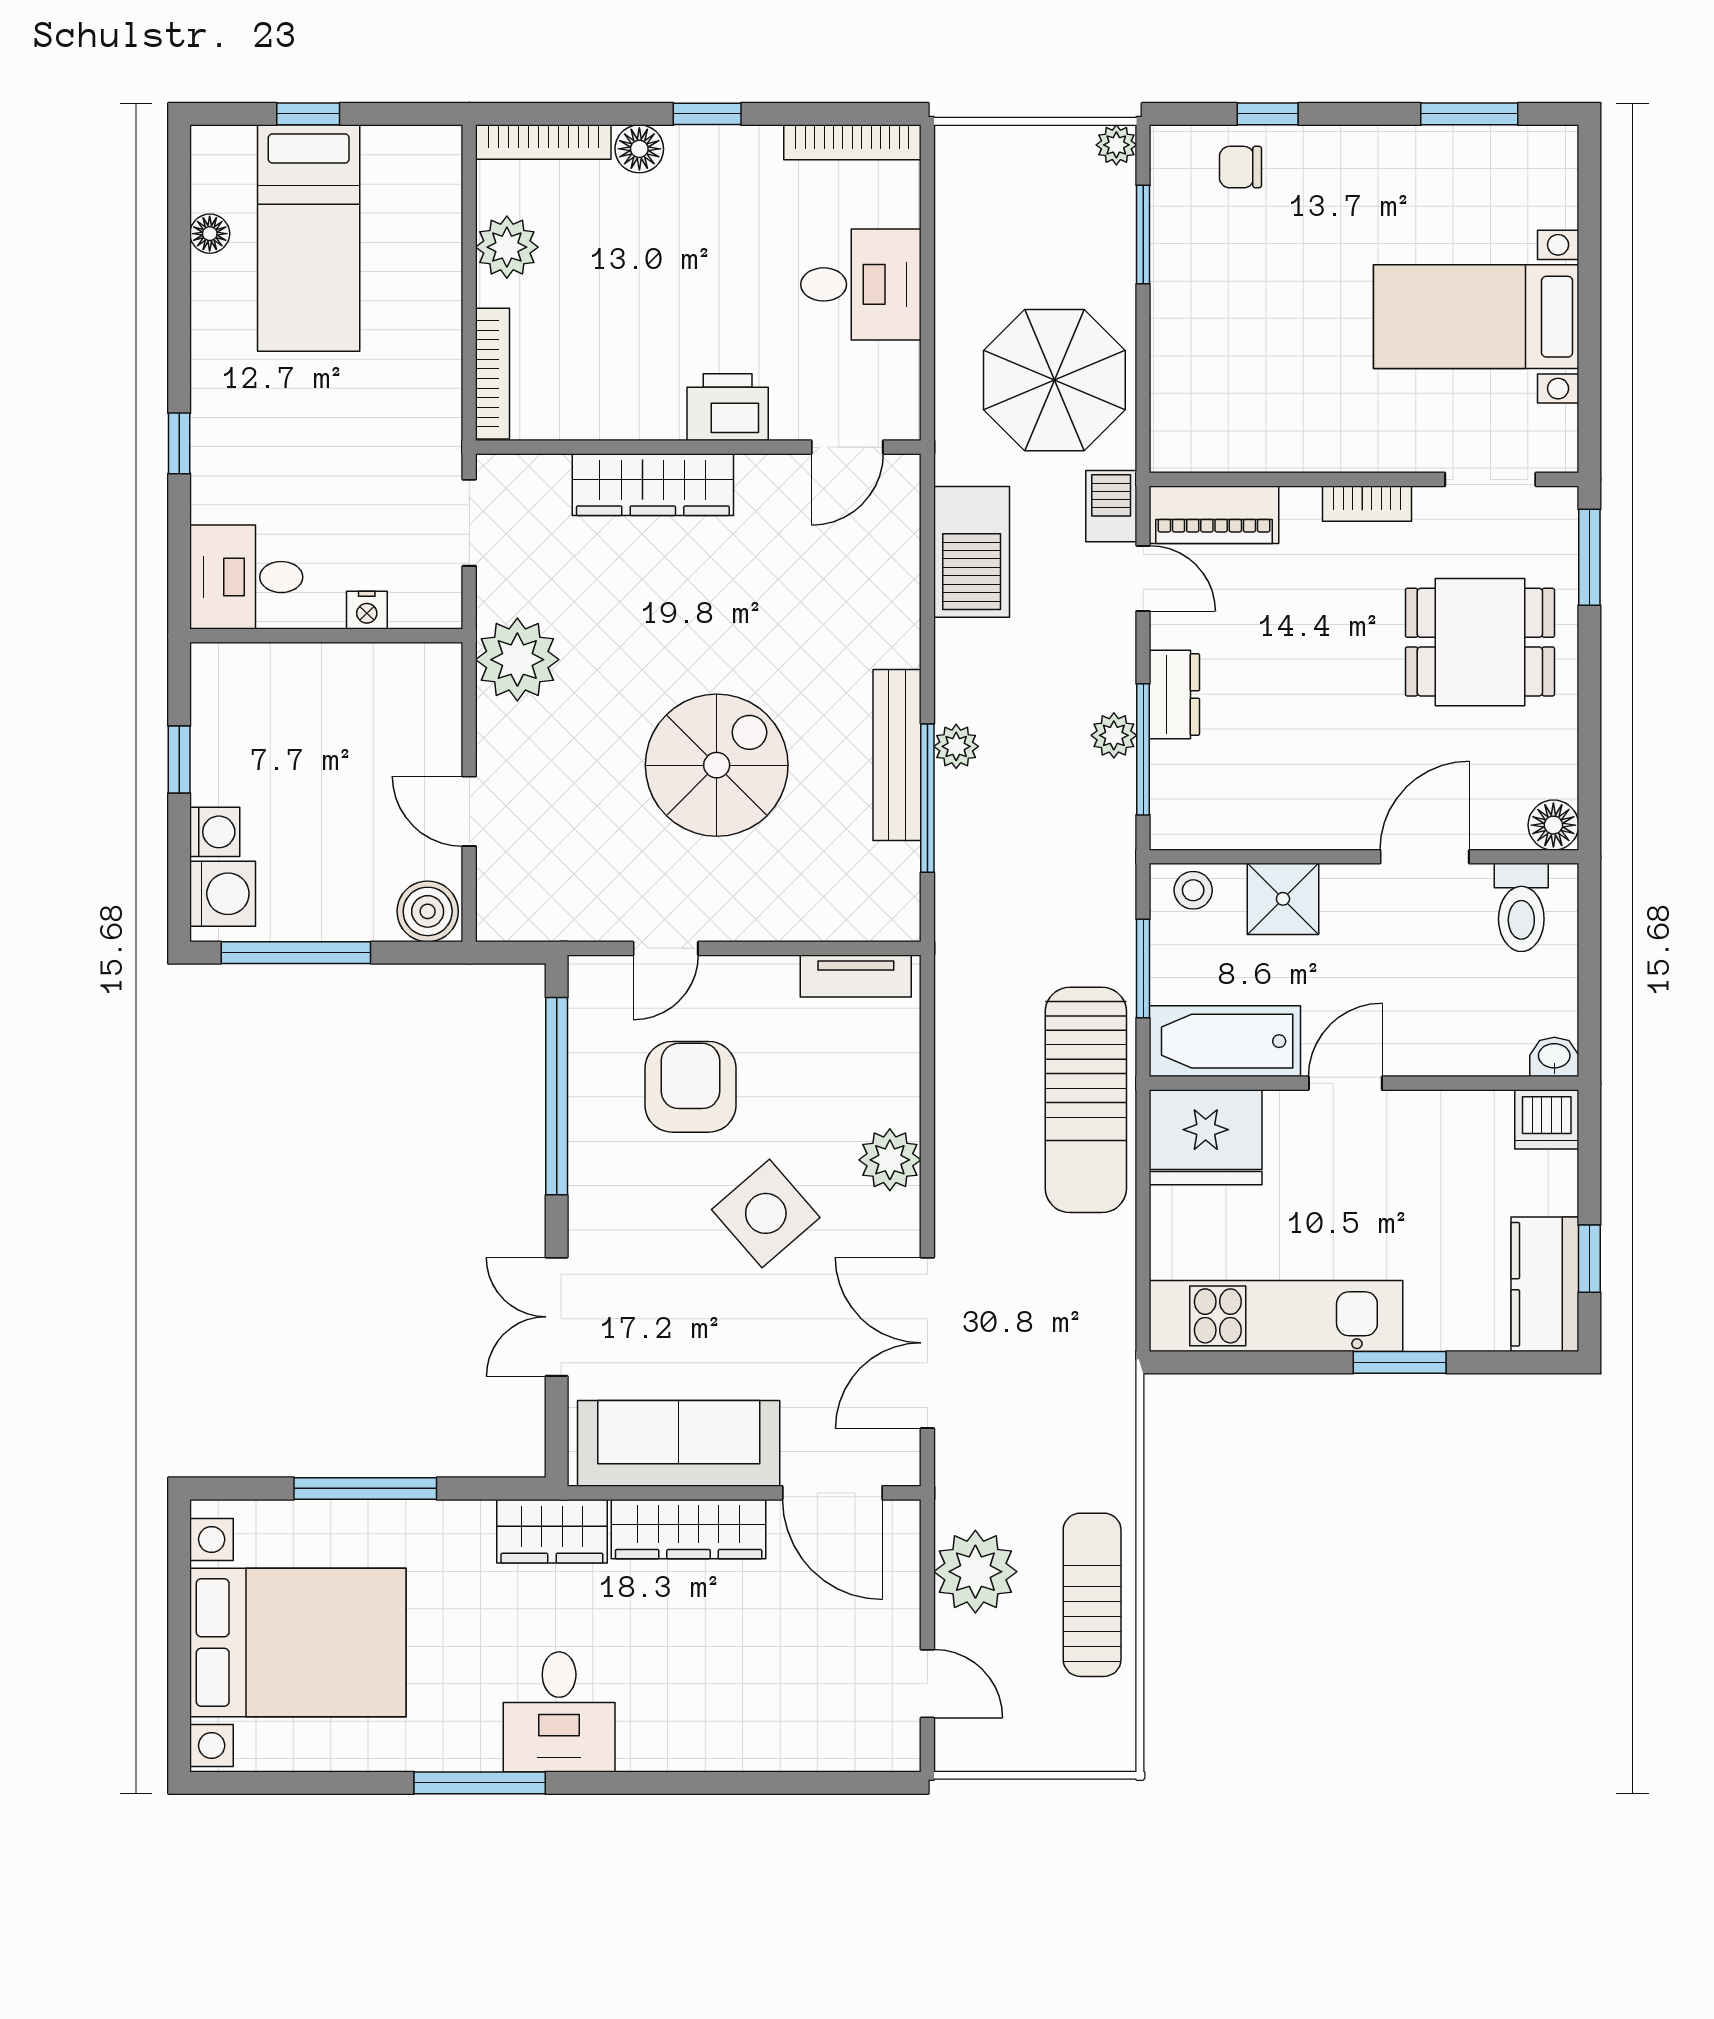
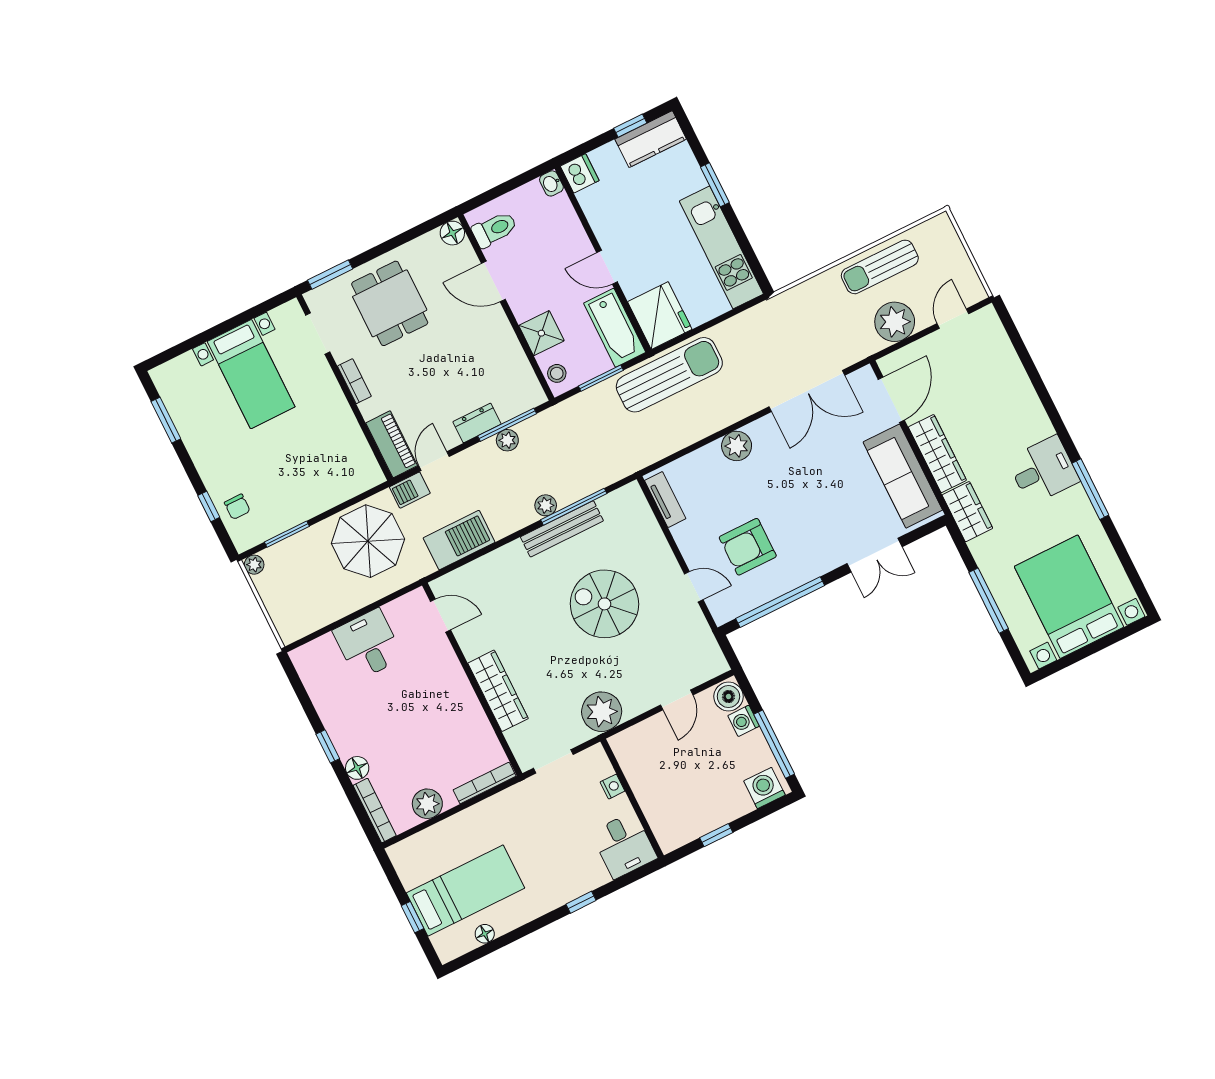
bookcase: (852, 142) -> (309, 678), removed
printer: (728, 407) -> (449, 675), removed
washing machine: (215, 832) -> (744, 721), moved, turned -90
side table: (766, 1213) -> (786, 488), removed

